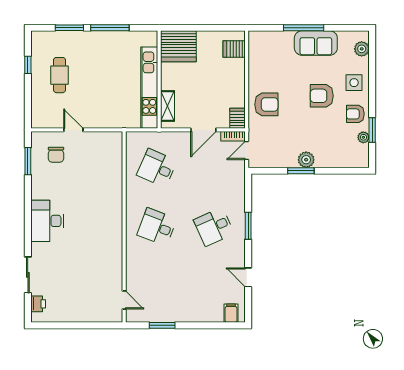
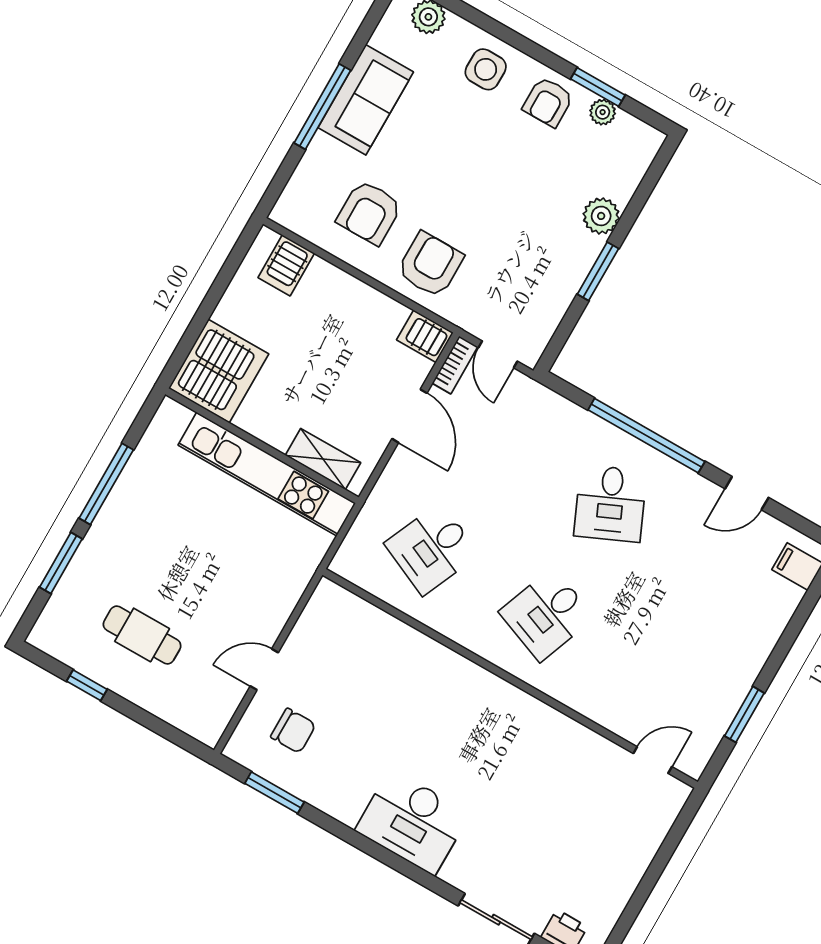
armchair: (322, 96) -> (369, 213), moved
plant: (306, 160) -> (601, 216), moved
window: (248, 226) -> (646, 436), width x2.11

